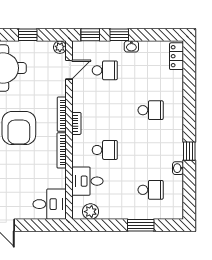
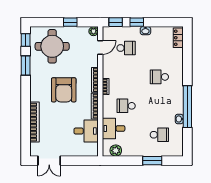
school desk: (151, 110) -> (159, 77), turned 180
school desk: (105, 150) -> (126, 106), turned 180
window: (189, 151) -> (187, 107), width x3.17
desk: (50, 204) -> (86, 131), moved

